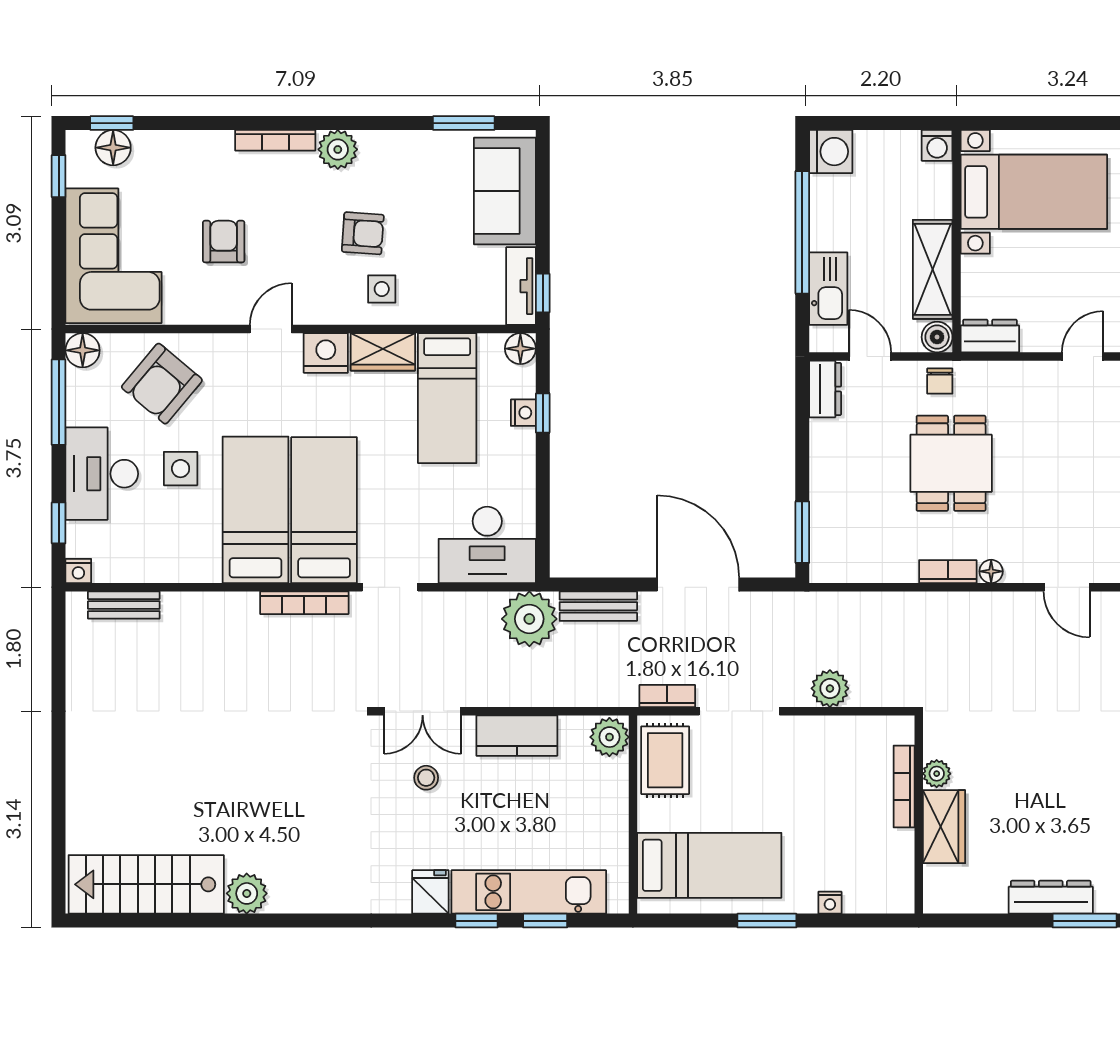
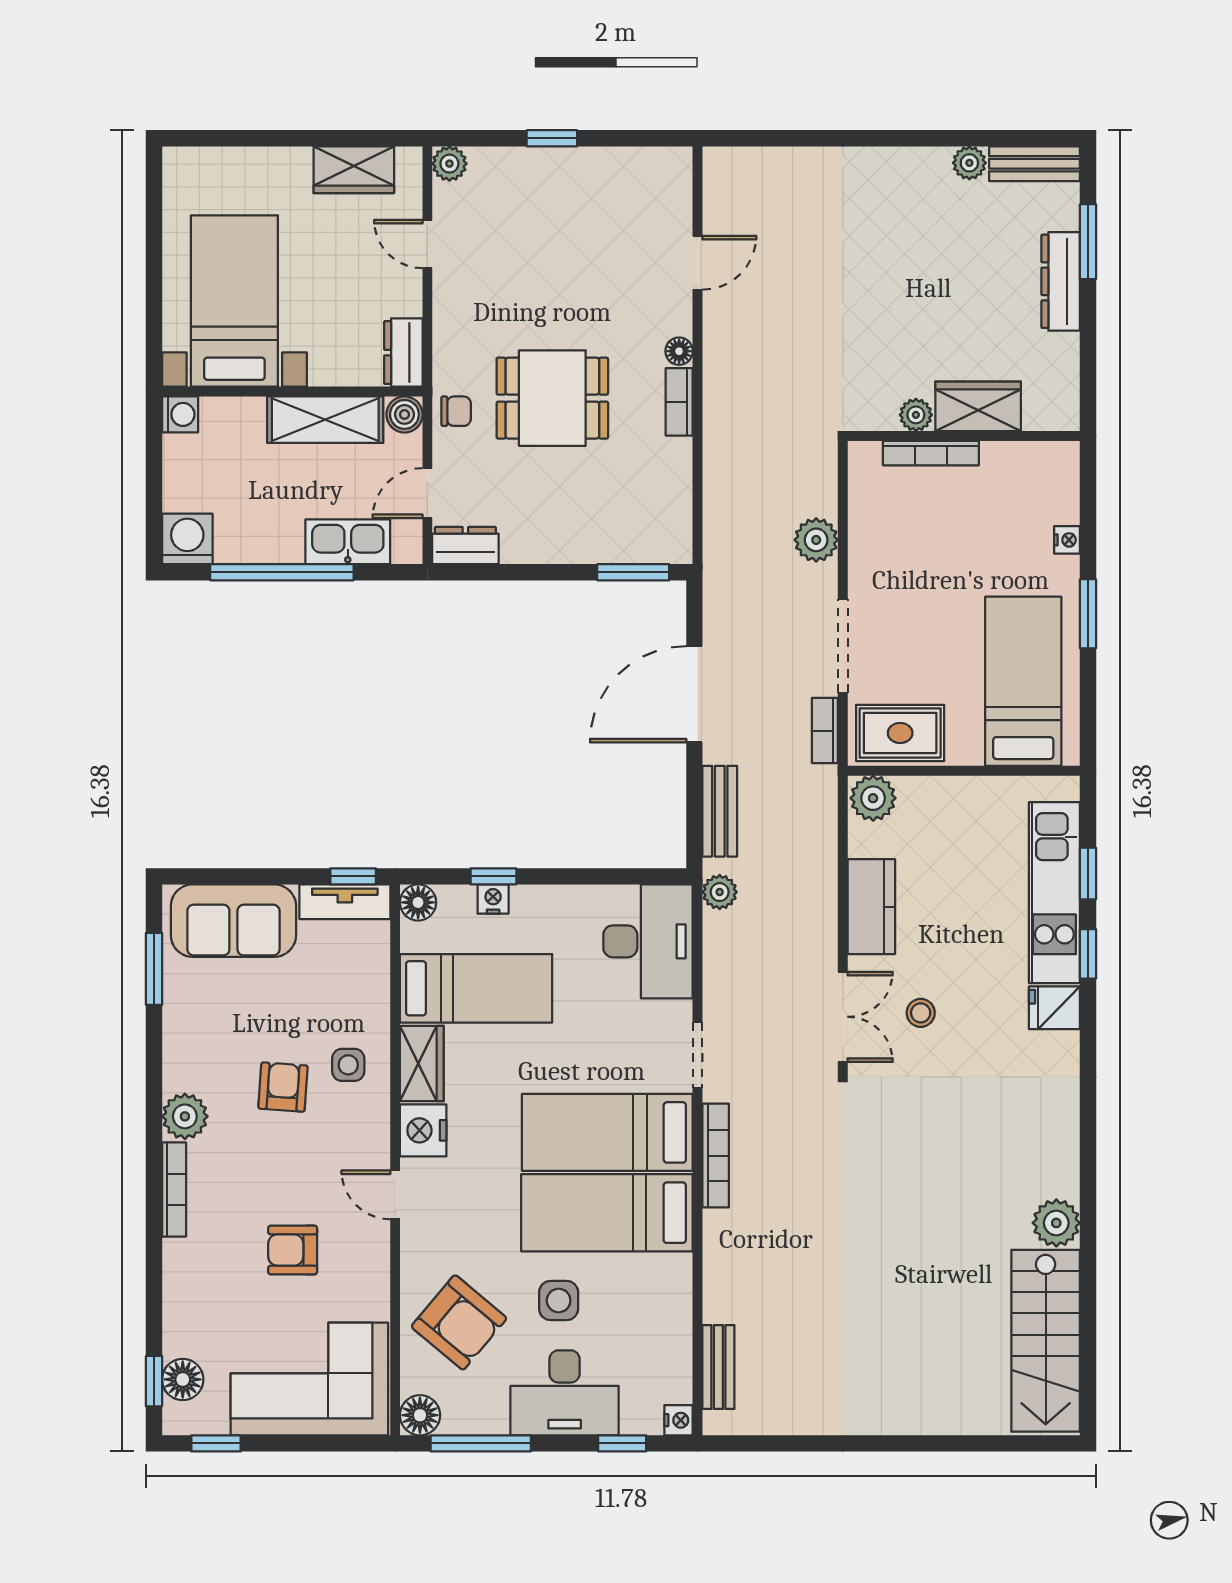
plant: (529, 619) -> (720, 892), width x0.53, depth x0.53

